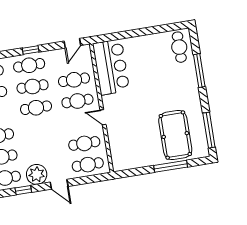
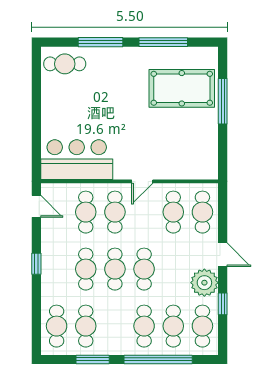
cafe table: (29, 65) -> (144, 269), moved
window: (209, 130) -> (163, 42), moved
door: (59, 184) -> (223, 255), hinge flipped

